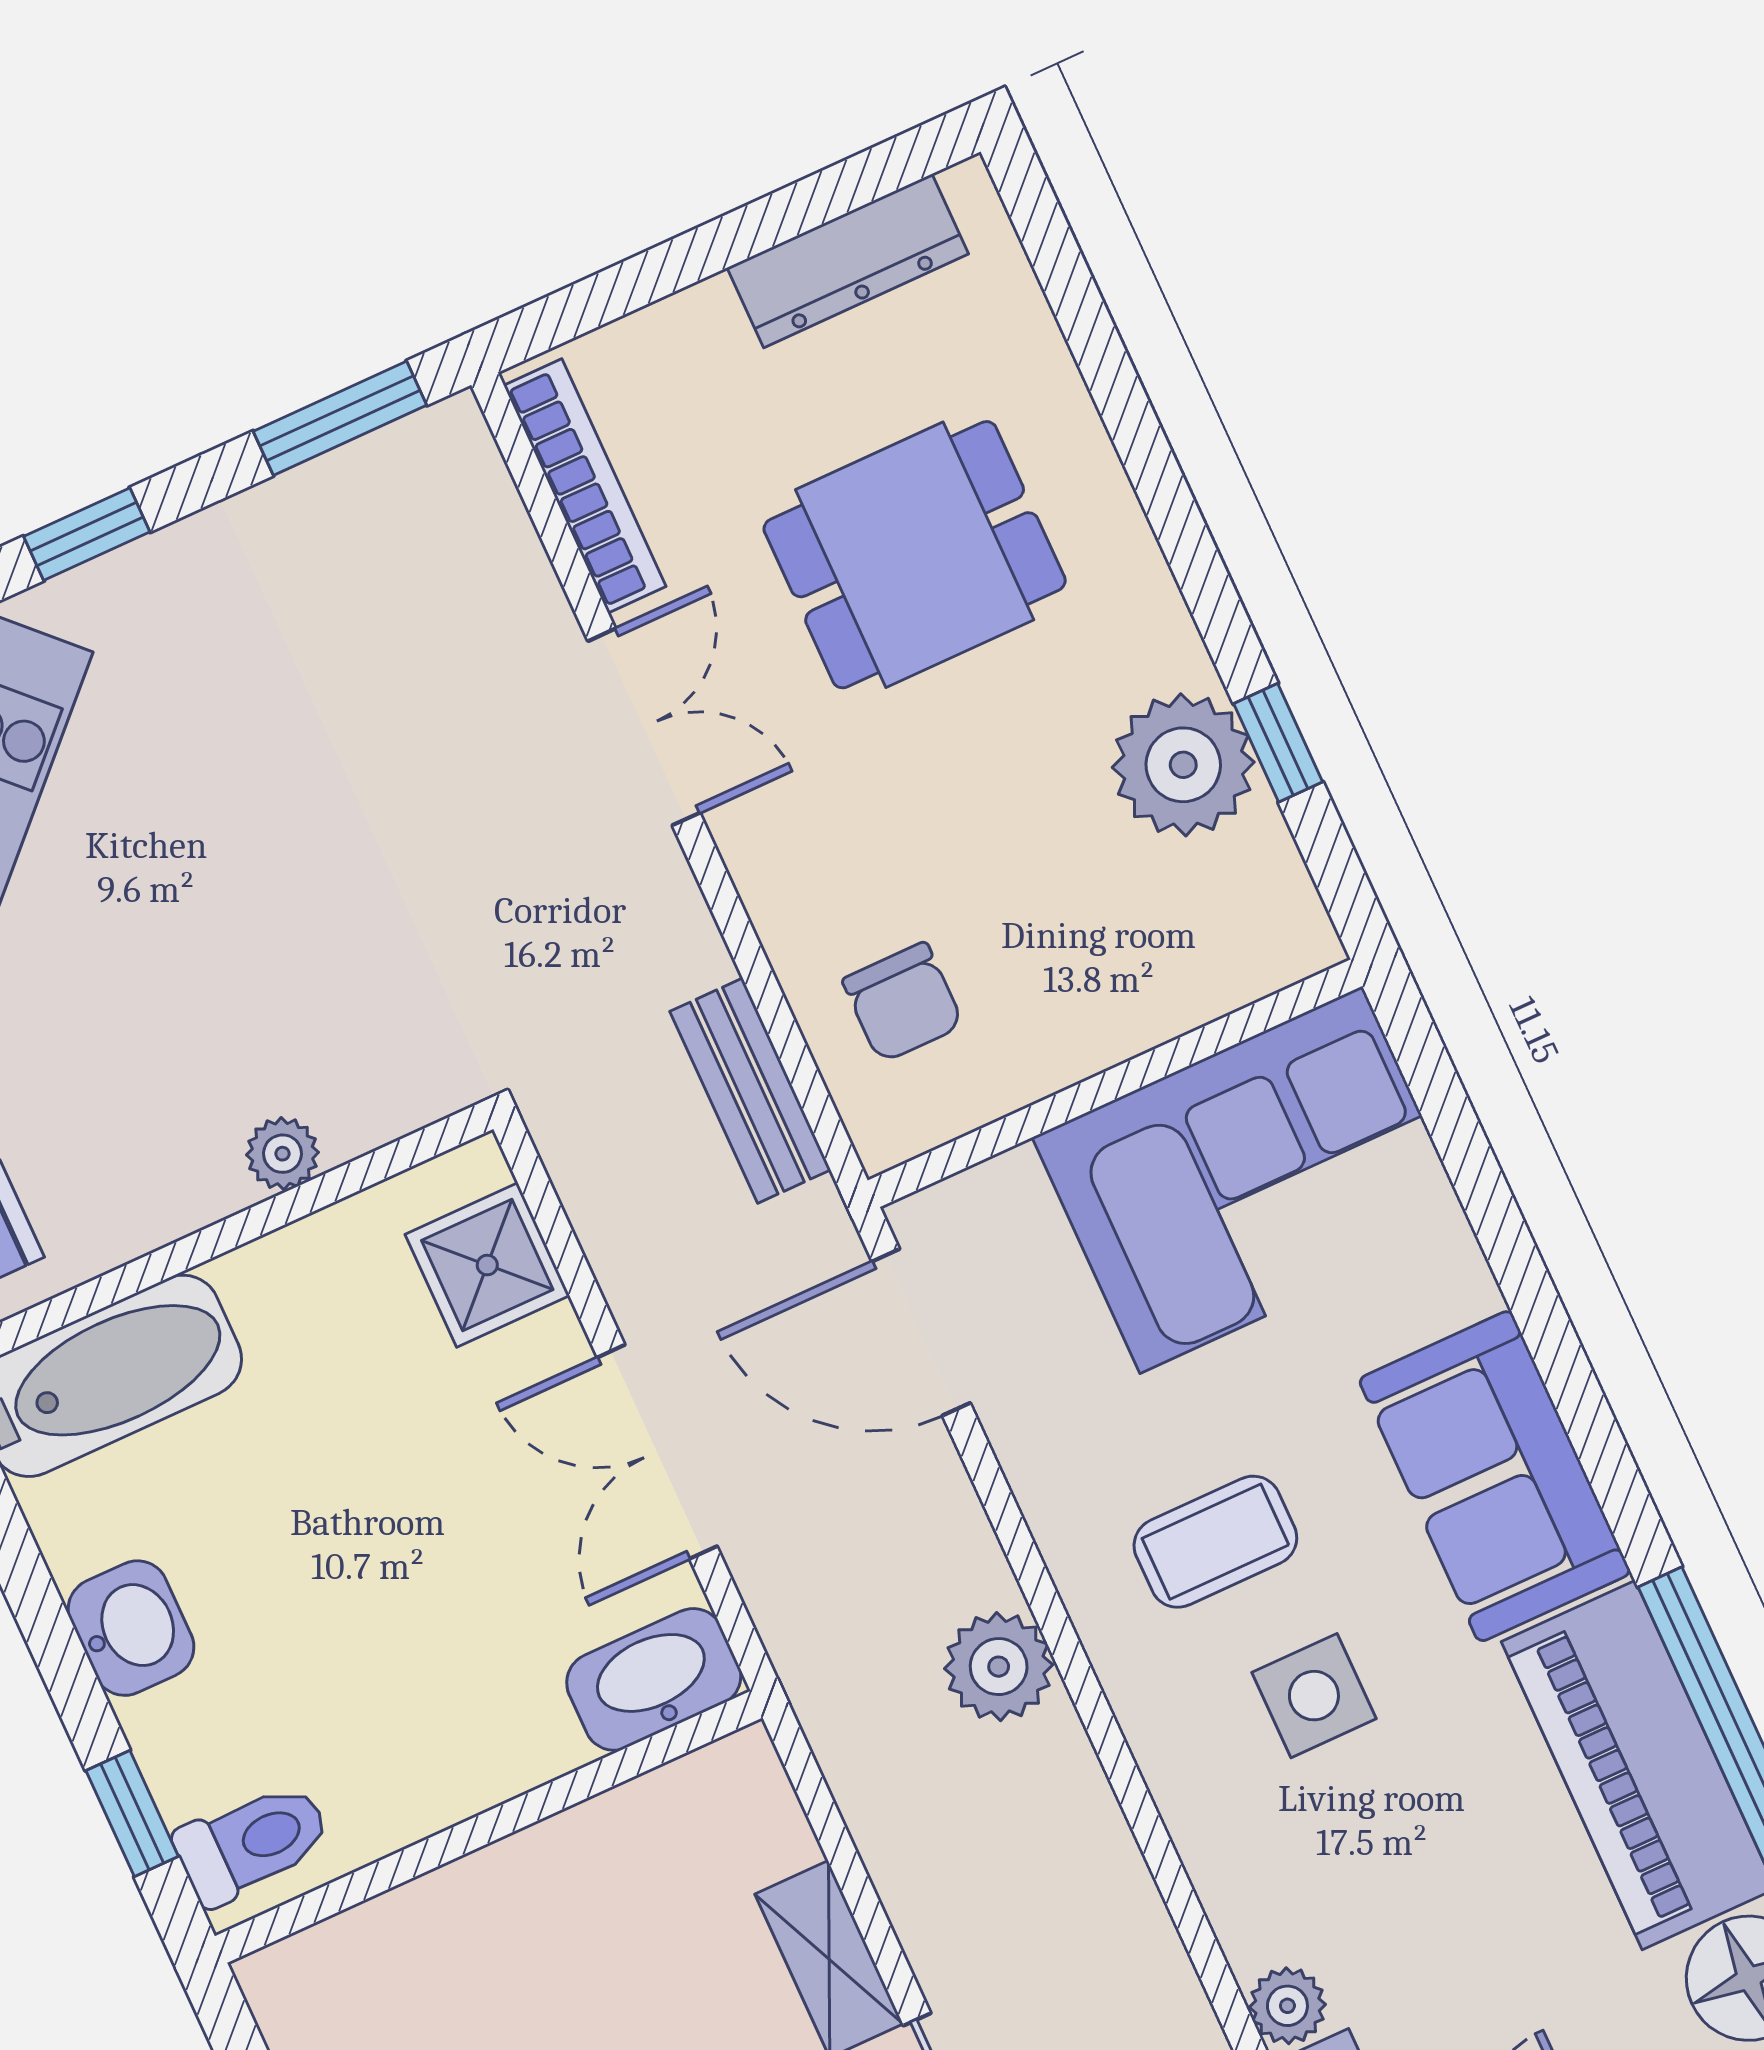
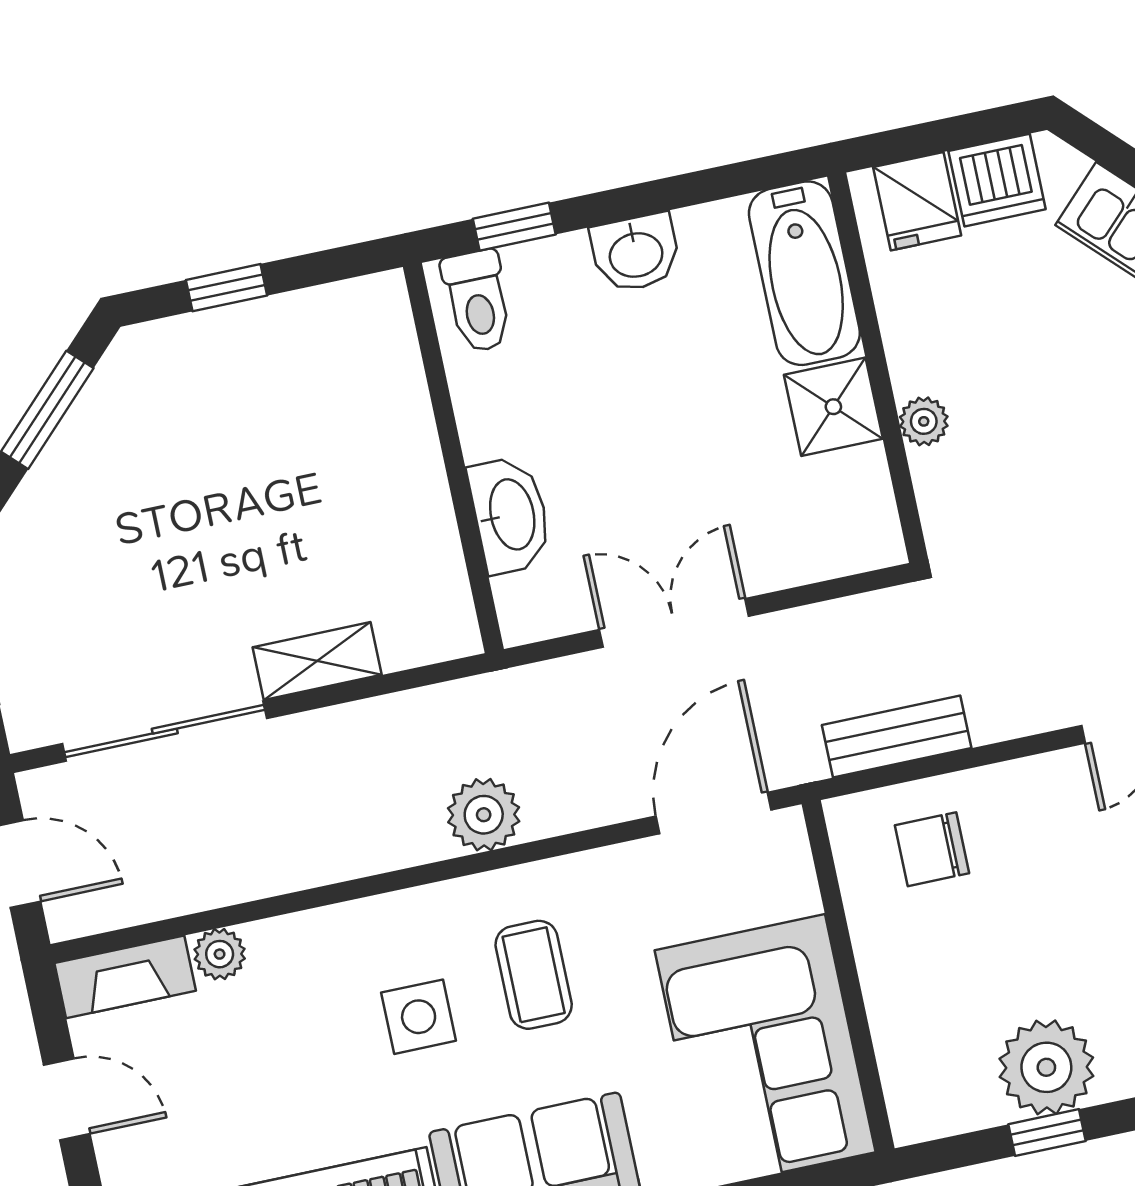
shower: (487, 1265) -> (833, 407), moved
washbasin: (654, 1679) -> (510, 515), moved

